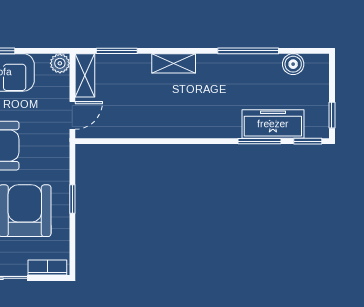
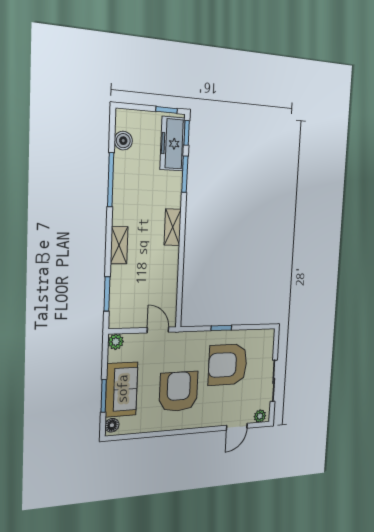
shelving: (85, 75) -> (173, 227), moved, turned 90
freezer: (273, 124) -> (173, 144), moved
bookcase: (47, 268) -> (269, 345), removed

